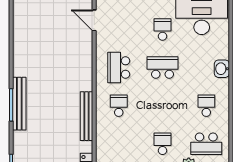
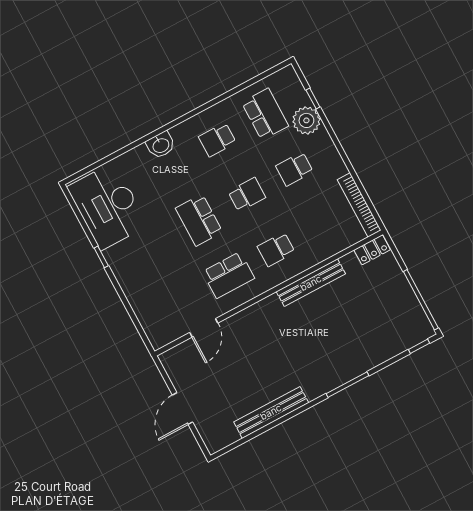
door: (94, 20) -> (204, 328), moved
school desk: (163, 29) -> (247, 195), moved, turned 180
bench: (19, 104) -> (271, 412), moved

